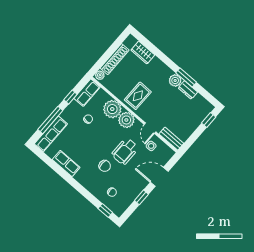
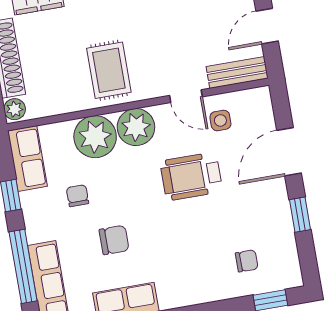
door: (195, 136) -> (267, 26), added
wheelchair: (125, 151) -> (191, 176), turned 90
chair: (105, 166) -> (114, 240), moved

